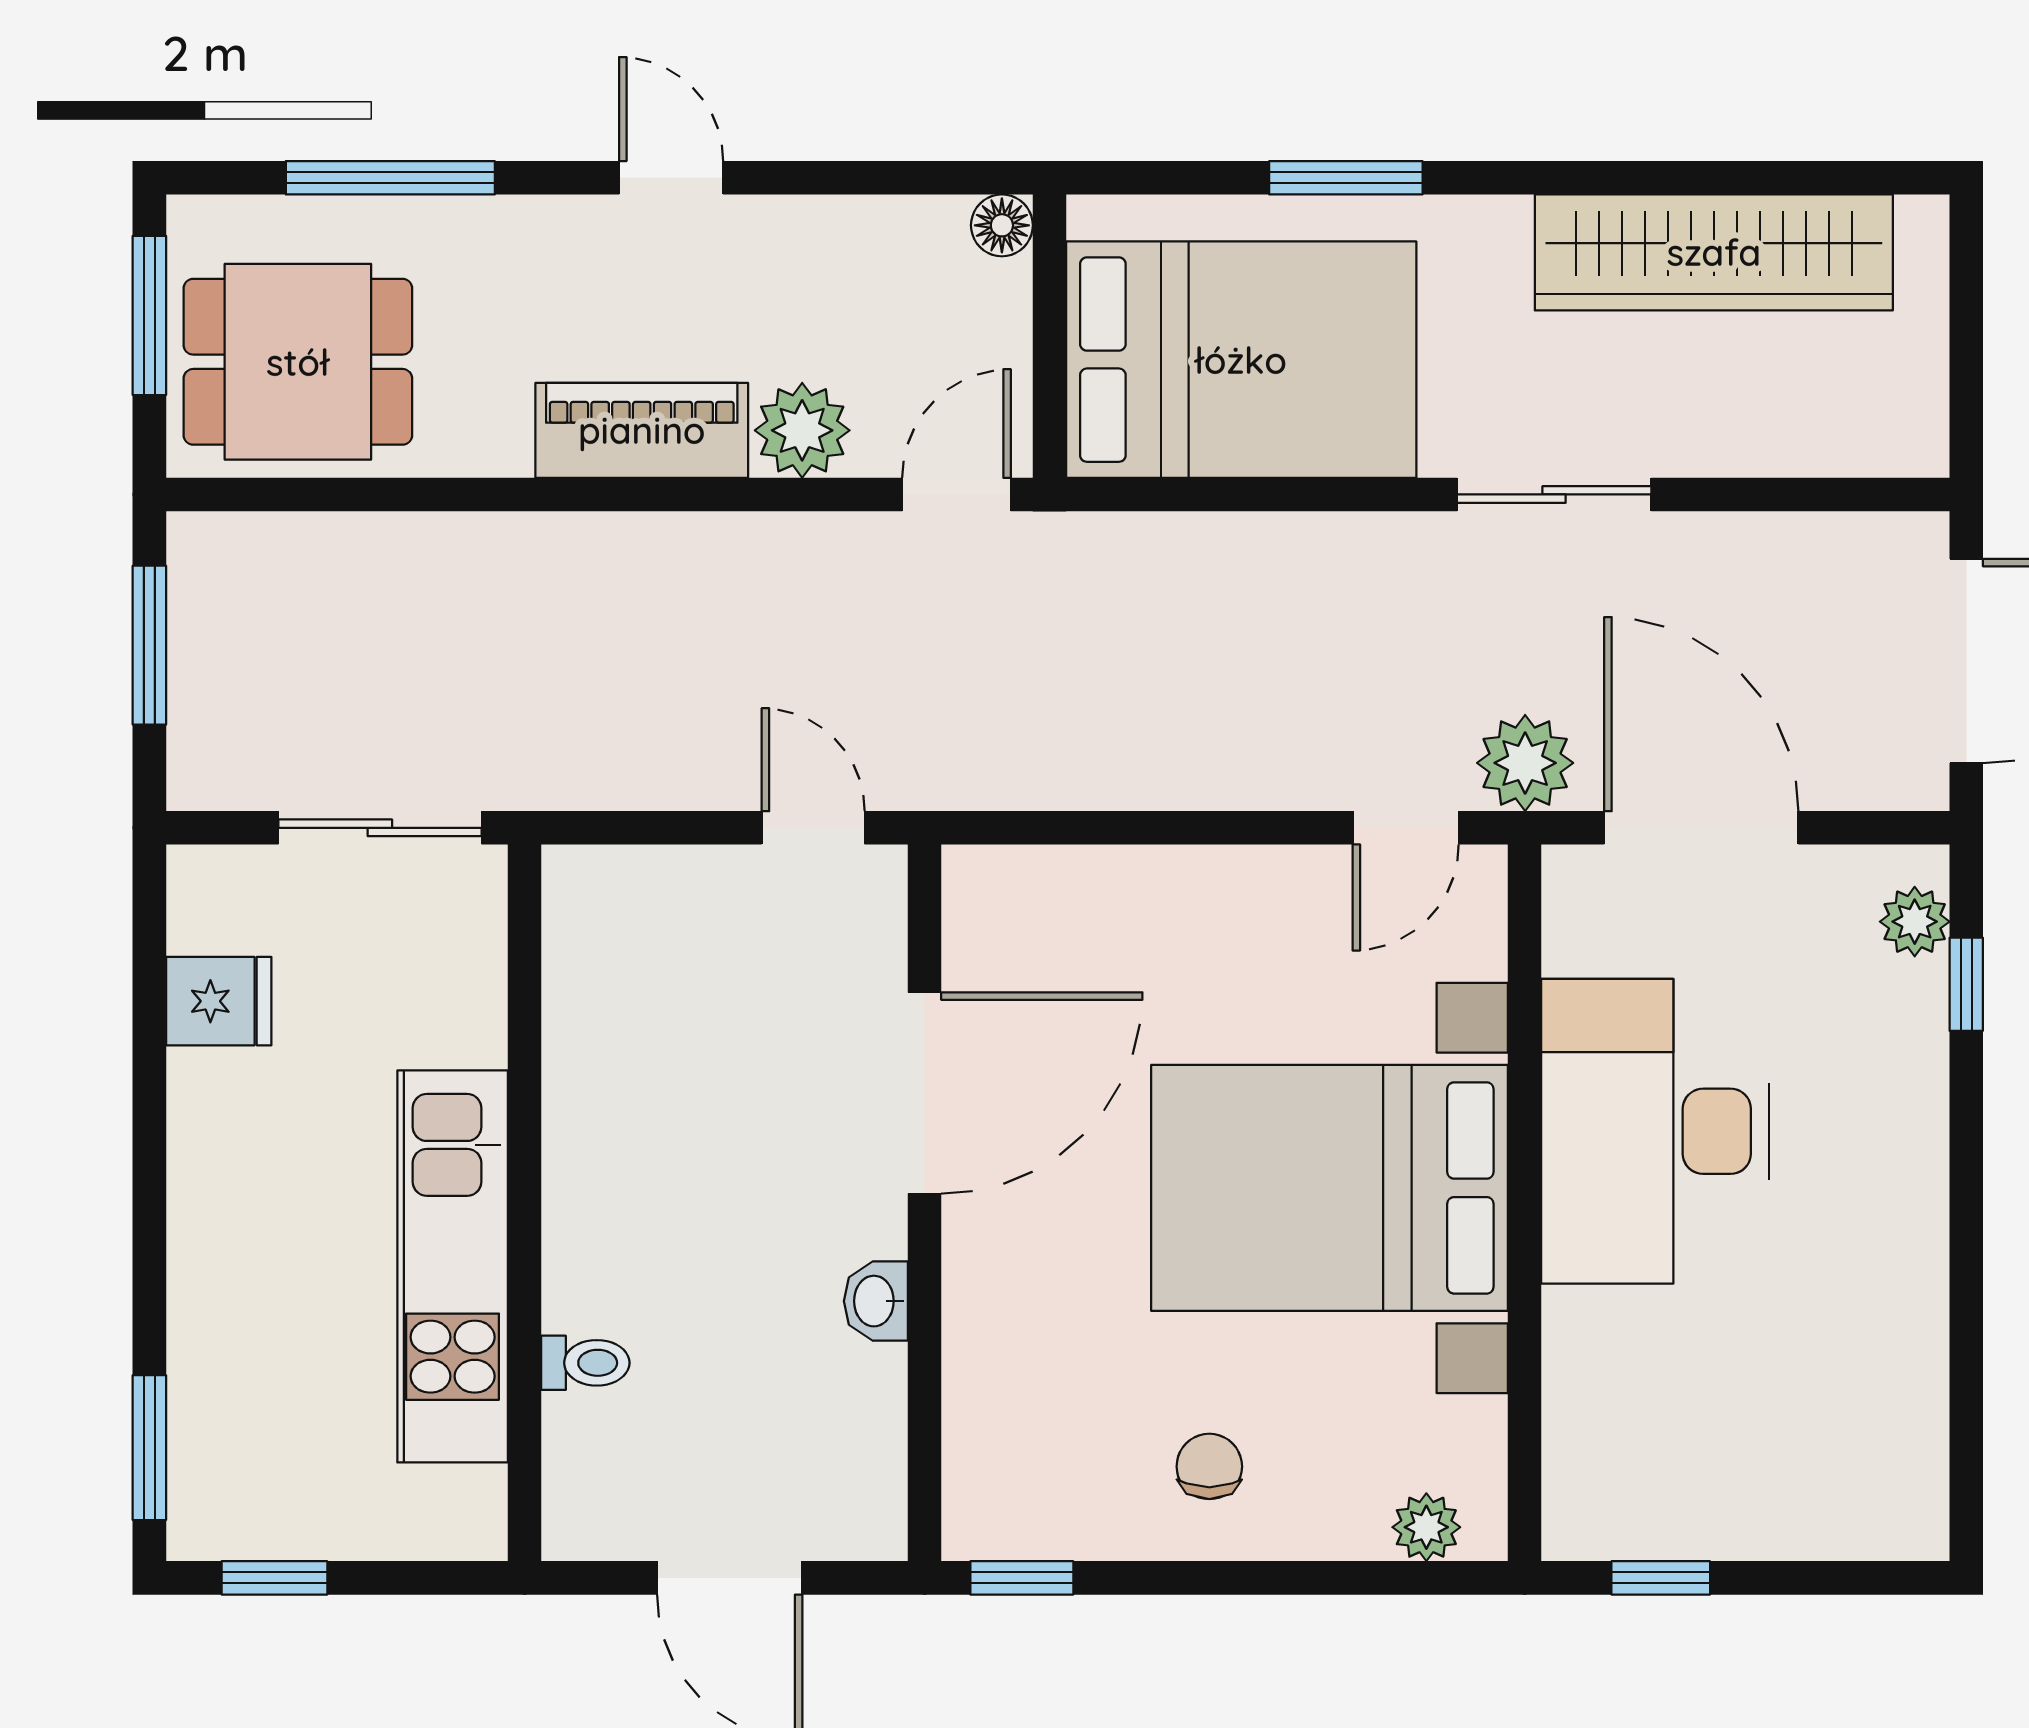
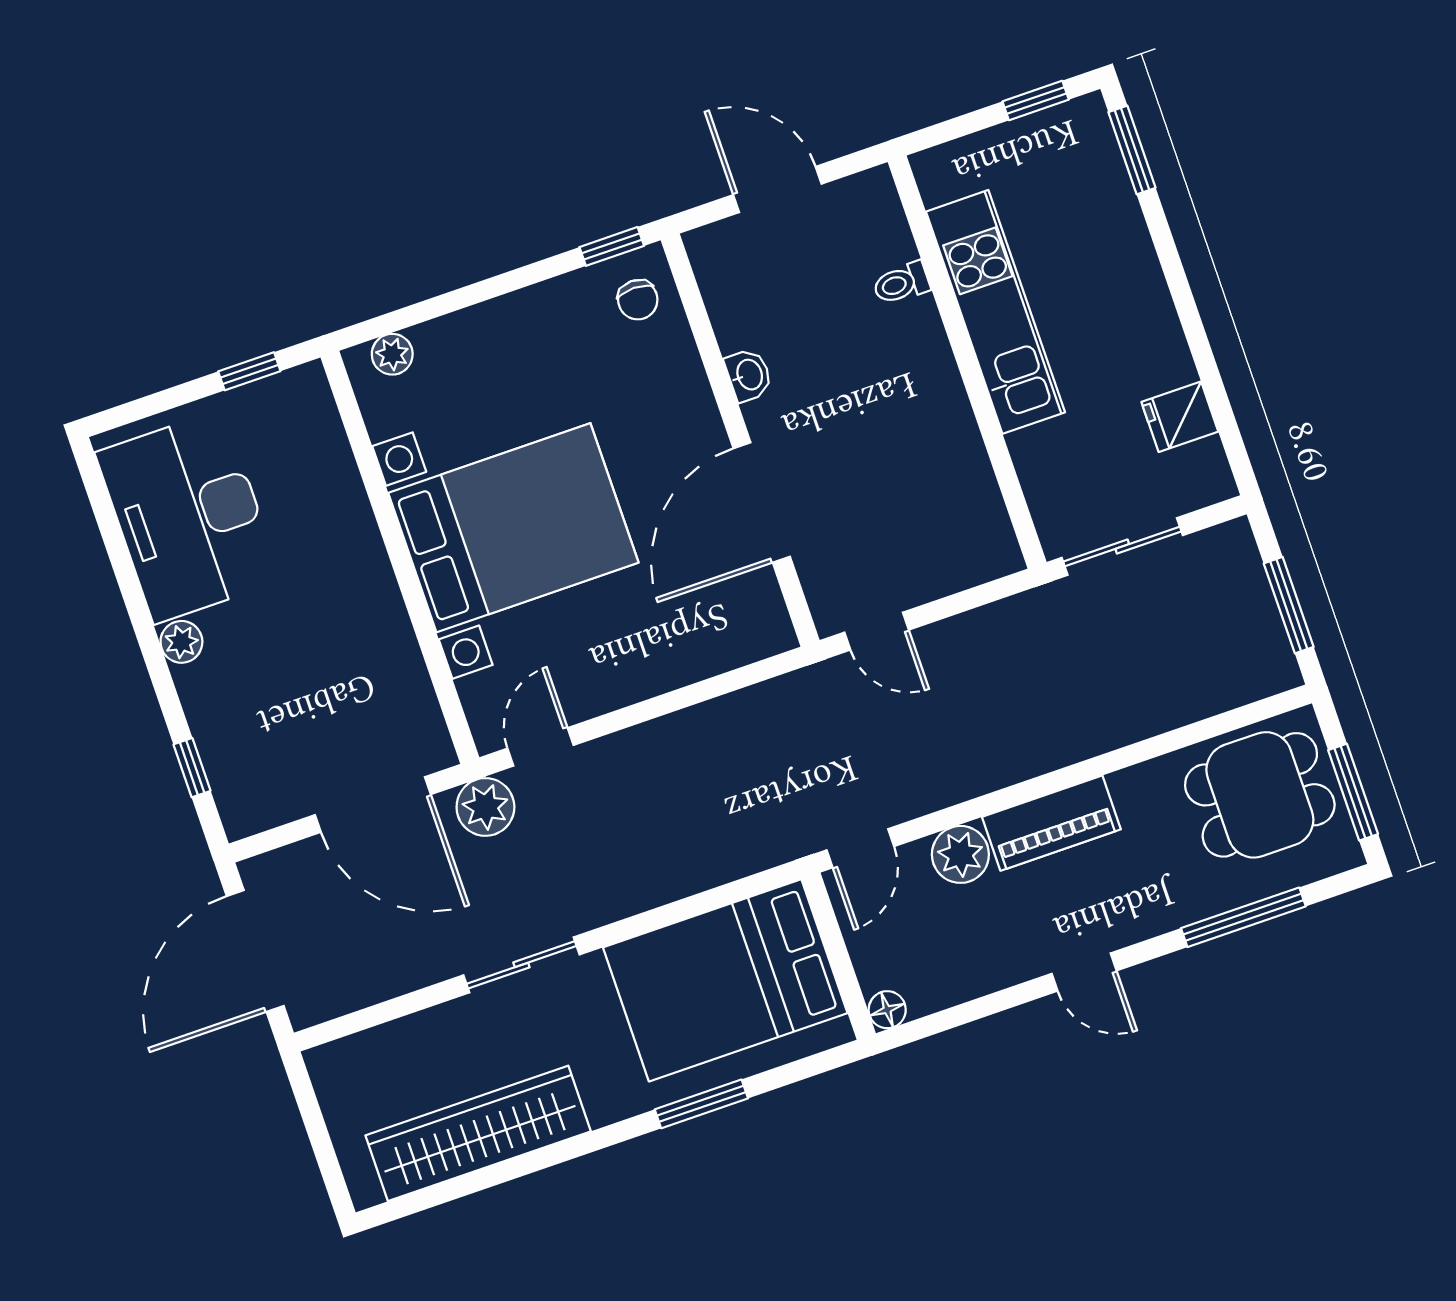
plant: (1915, 922) -> (181, 642), moved
desk: (1655, 1131) -> (188, 516), moved, turned 180
chair: (1209, 1466) -> (638, 300), moved

